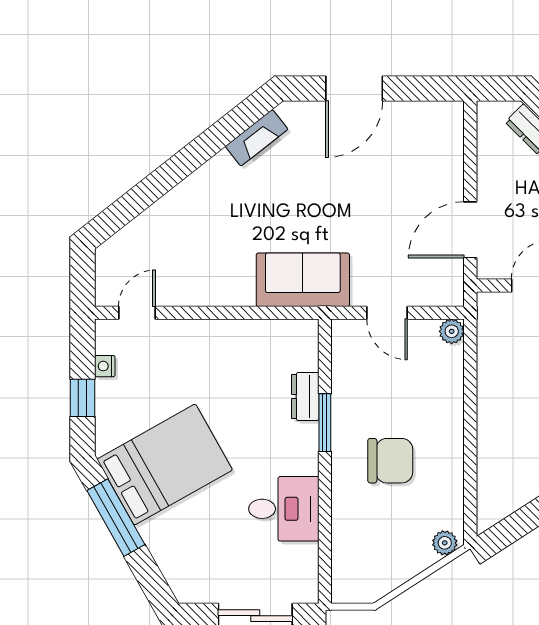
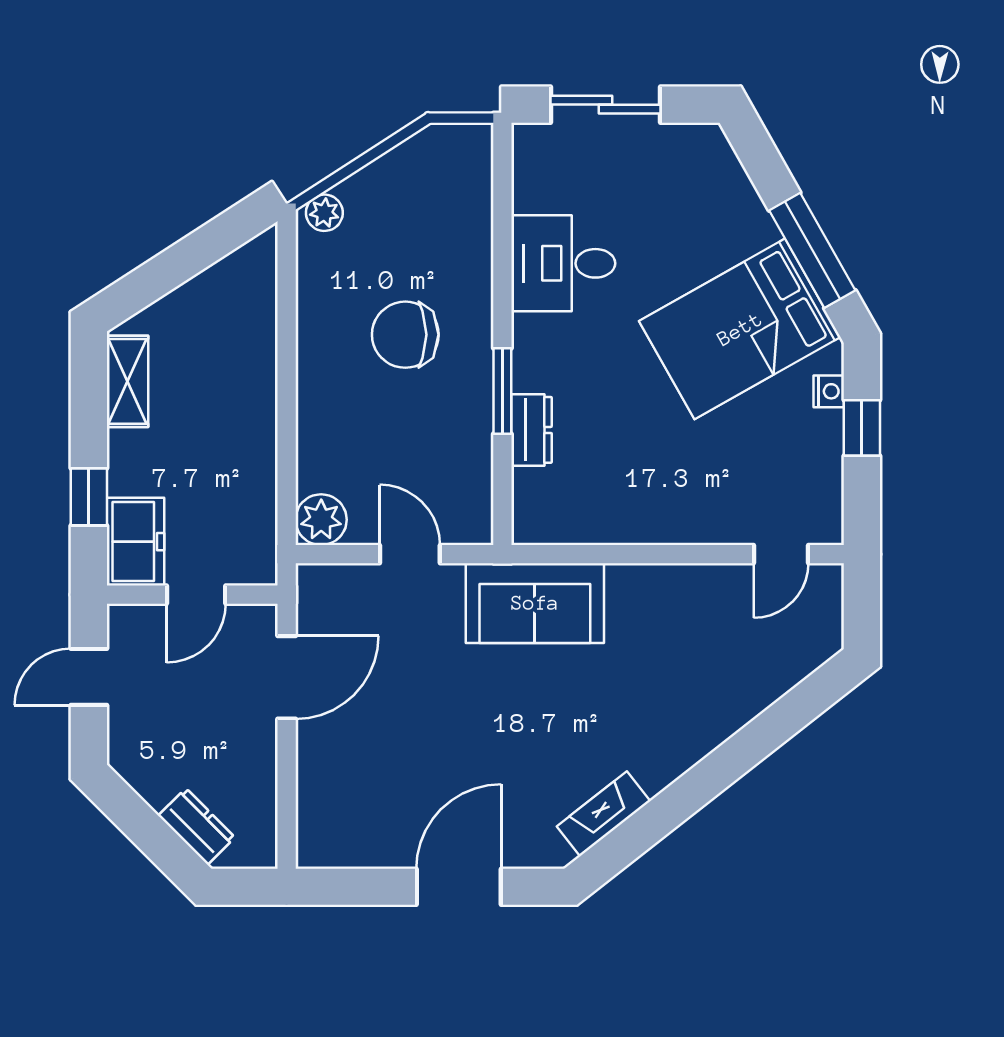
plant: (452, 331) -> (321, 520), width x1.38, depth x1.38
nightstand: (105, 366) -> (829, 391), moved

